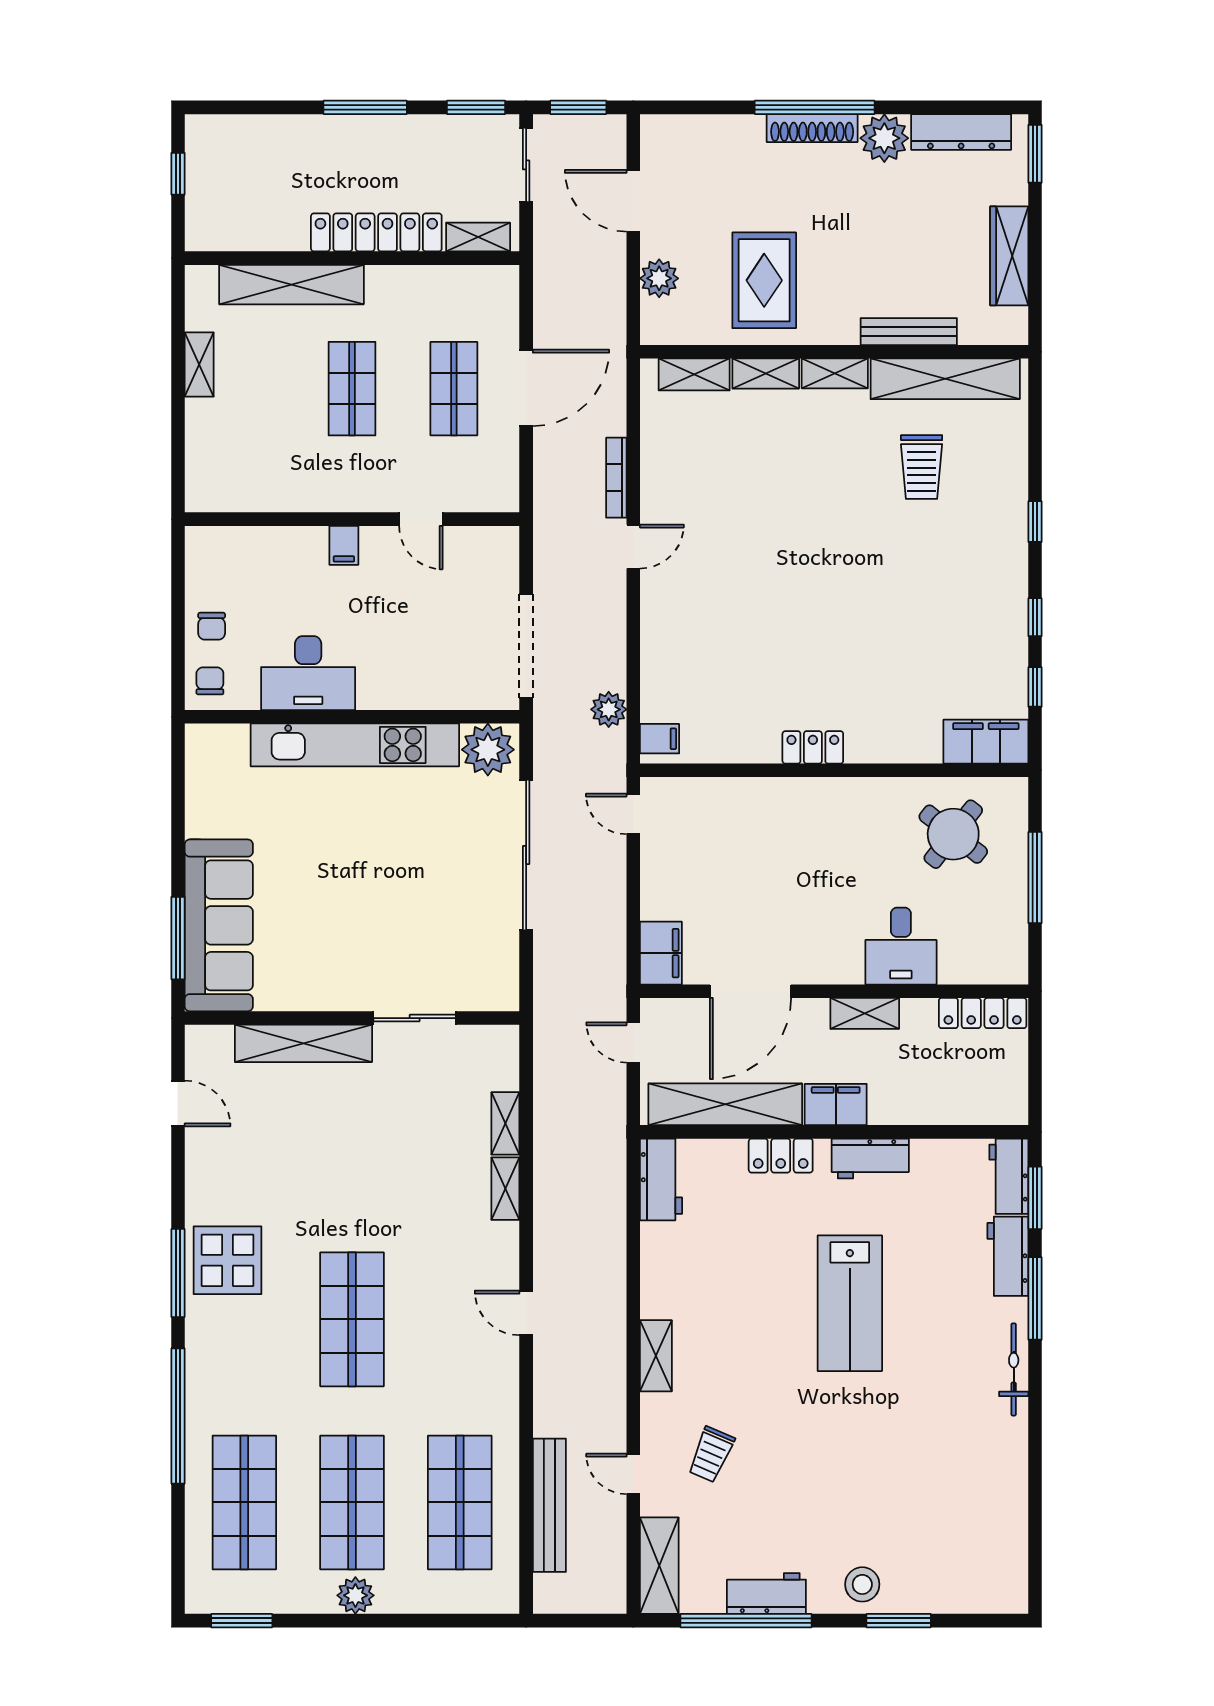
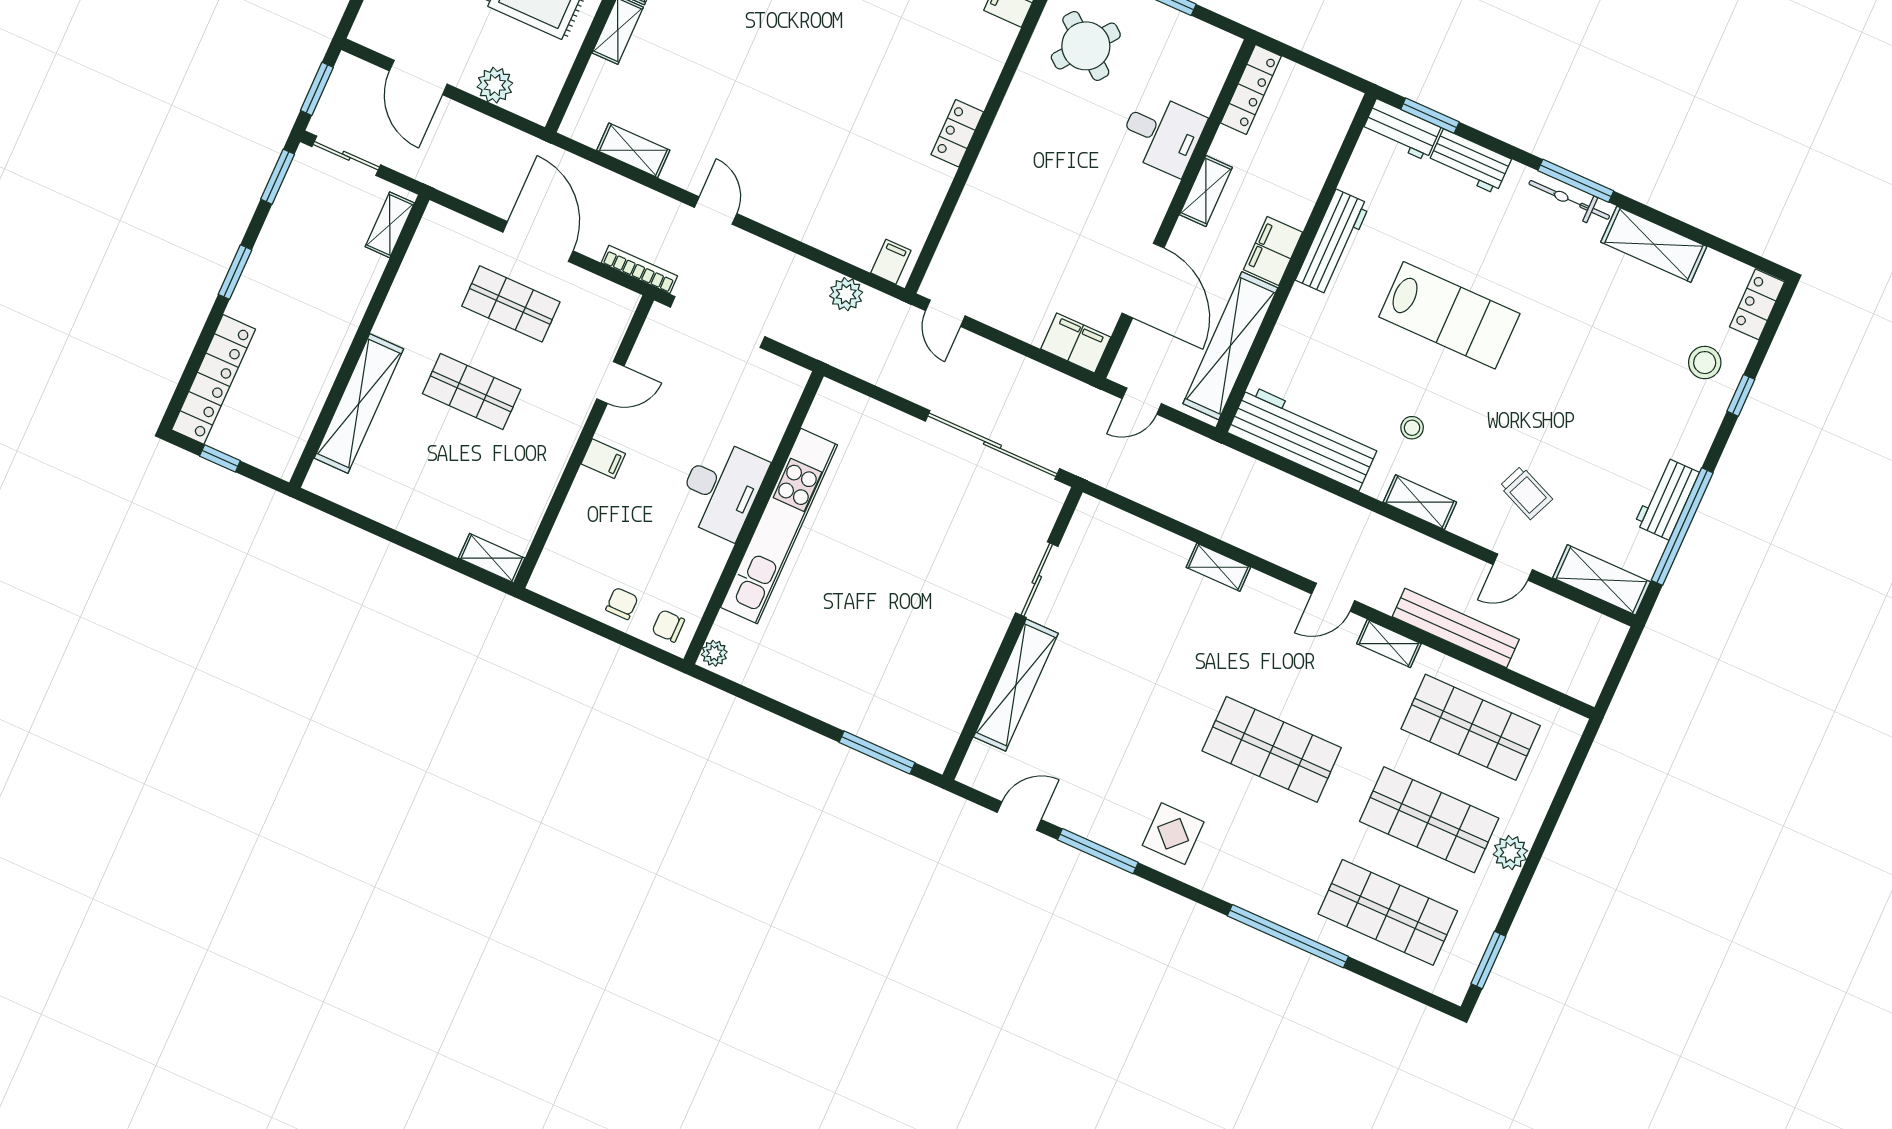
window: (365, 107) -> (235, 272), width x0.69
door: (633, 201) -> (418, 77), hinge flipped
locker: (376, 232) -> (213, 379), moved, turned 180
shelving: (199, 364) -> (492, 558), moved
shelving: (694, 374) -> (633, 150), moved, turned 90
bookcase: (616, 478) -> (639, 269), moved, turned 180
chair: (212, 626) -> (622, 604), turned -90
doorway: (526, 646) -> (718, 322), moved
desk: (308, 673) -> (721, 489), moved
plant: (488, 750) -> (714, 653), moved, width x0.53, depth x0.53
door: (633, 814) -> (945, 313), hinge flipped
sliding door: (526, 855) -> (992, 445), moved
sofa: (219, 925) -> (882, 712), removed
shelving: (505, 1123) -> (1389, 644), moved
locker: (781, 1156) -> (1757, 304), moved, turned 180
workbench: (870, 1158) -> (1333, 242), width x1.37
workbench: (661, 1179) -> (1304, 438), width x1.88, depth x1.32
display table: (228, 1260) -> (1173, 834), width x0.73, depth x0.73
window: (178, 1273) -> (1098, 851), moved
window: (1035, 1298) -> (1576, 181), moved
stool: (725, 1316) -> (1412, 428), added
shelving: (1007, 1471) -> (1654, 244), added
bench: (549, 1505) -> (1456, 628), moved
stool: (862, 1584) -> (1705, 363), moved
window: (899, 1621) -> (1741, 395), width x0.67

